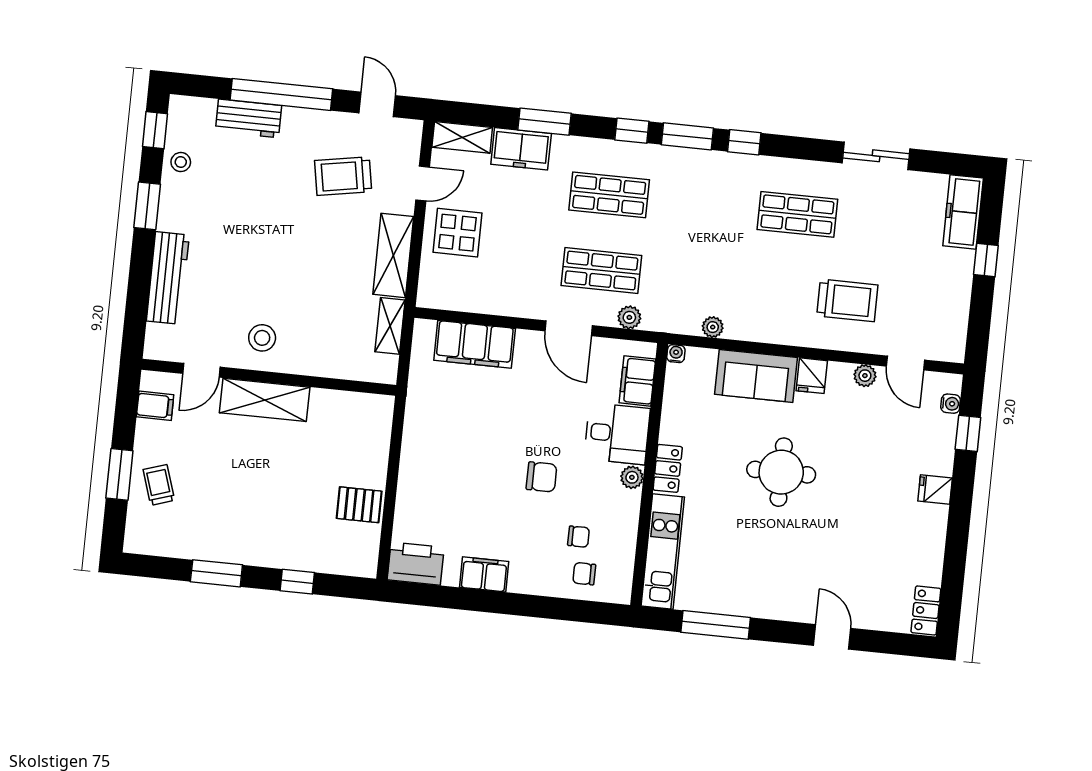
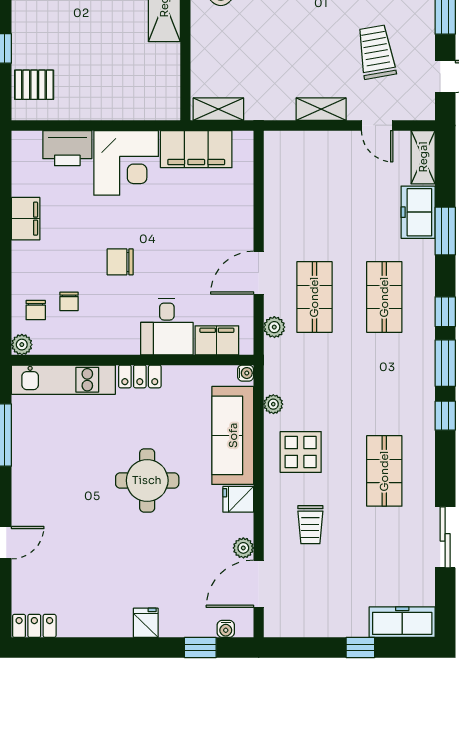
display table: (457, 233) -> (301, 452), moved
shelving: (393, 255) -> (321, 109), width x0.67, depth x0.75
trolley: (847, 300) -> (310, 525), width x0.73, depth x0.72
shelving: (390, 326) -> (218, 109), moved
filing cabinet: (475, 344) -> (196, 149), moved, turned -90
door: (905, 363) -> (259, 584), width x1.38
sofa: (756, 376) -> (233, 435), width x1.36
corner desk: (435, 459) -> (126, 163), added
chair: (541, 477) -> (120, 262), turned 90
plant: (632, 477) -> (22, 345), moved
pallet: (359, 505) -> (34, 85), moved, turned 90
printer: (416, 564) -> (67, 148), moved, turned 90
chair: (584, 574) -> (36, 310), turned 180

